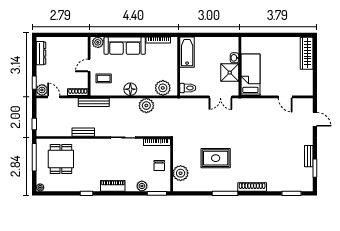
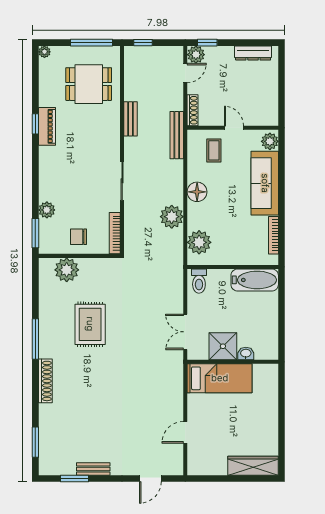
piano: (113, 186) -> (47, 126), moved

